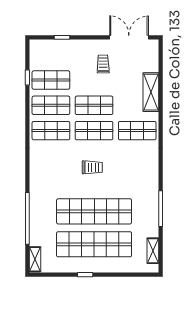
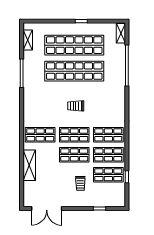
trolley: (103, 64) -> (80, 183), moved

